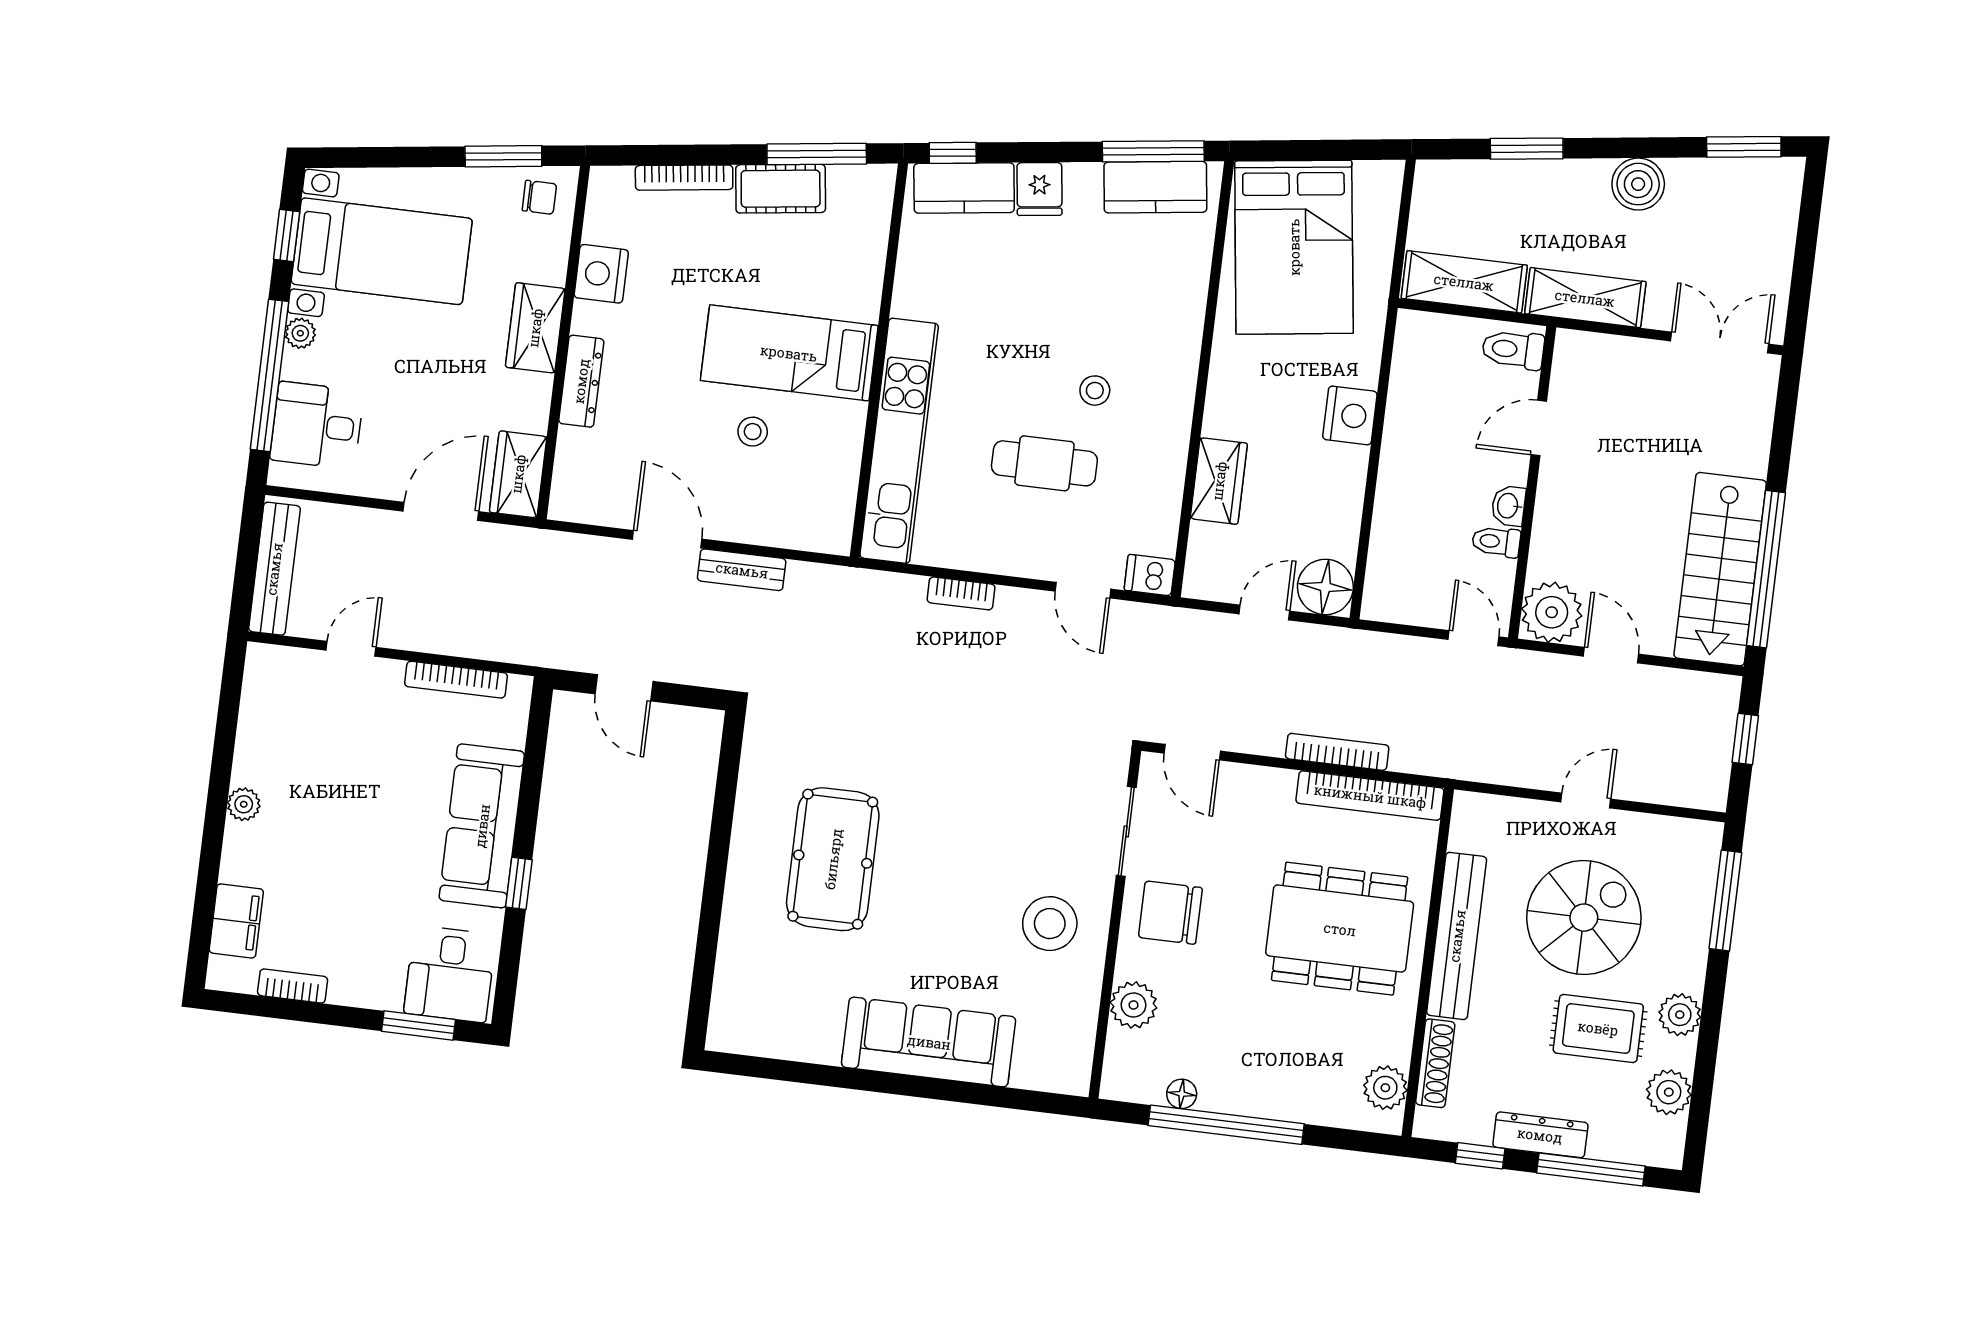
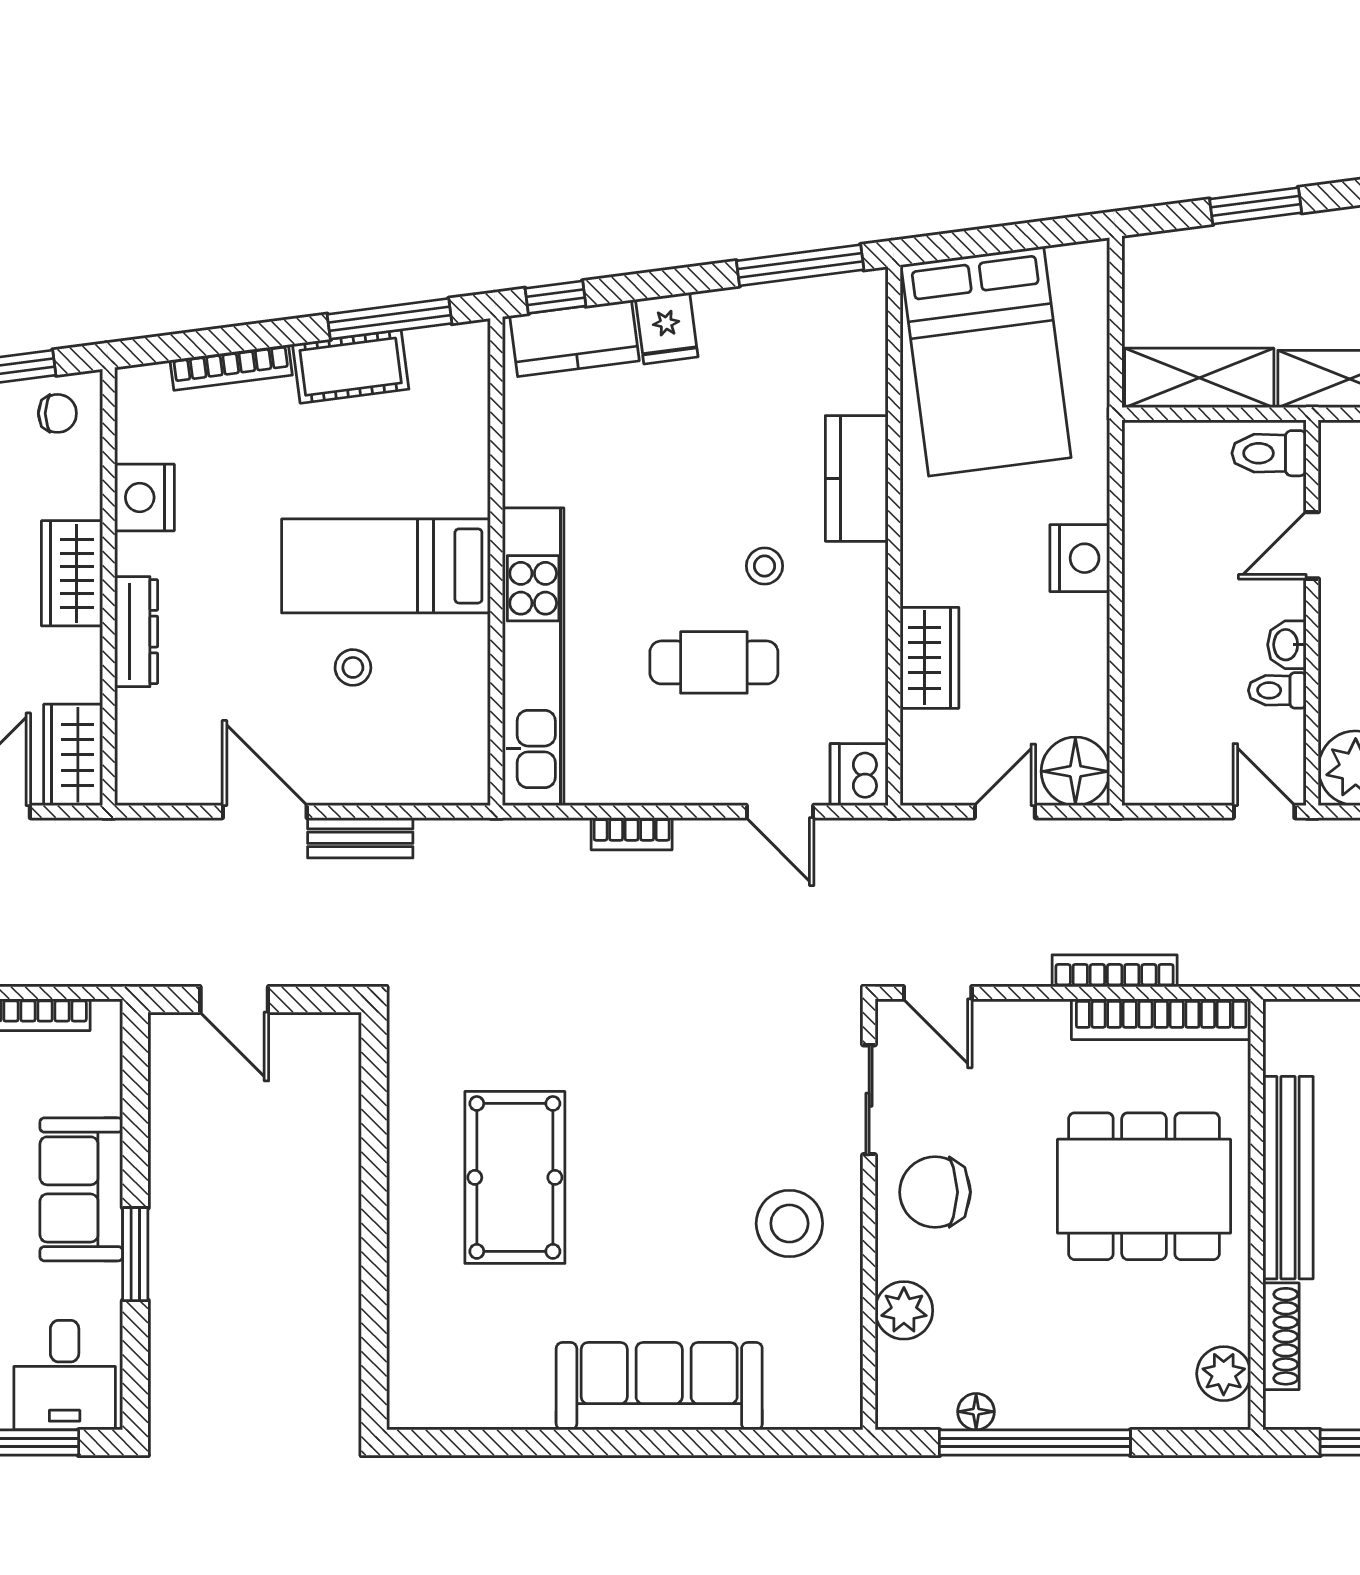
kitchen counter: (1155, 187) -> (857, 478), moved, turned 97
dishwasher: (1150, 575) -> (859, 775), width x1.38
sofa: (482, 826) -> (81, 1189), width x0.73
window: (519, 883) -> (135, 1254), width x1.50

